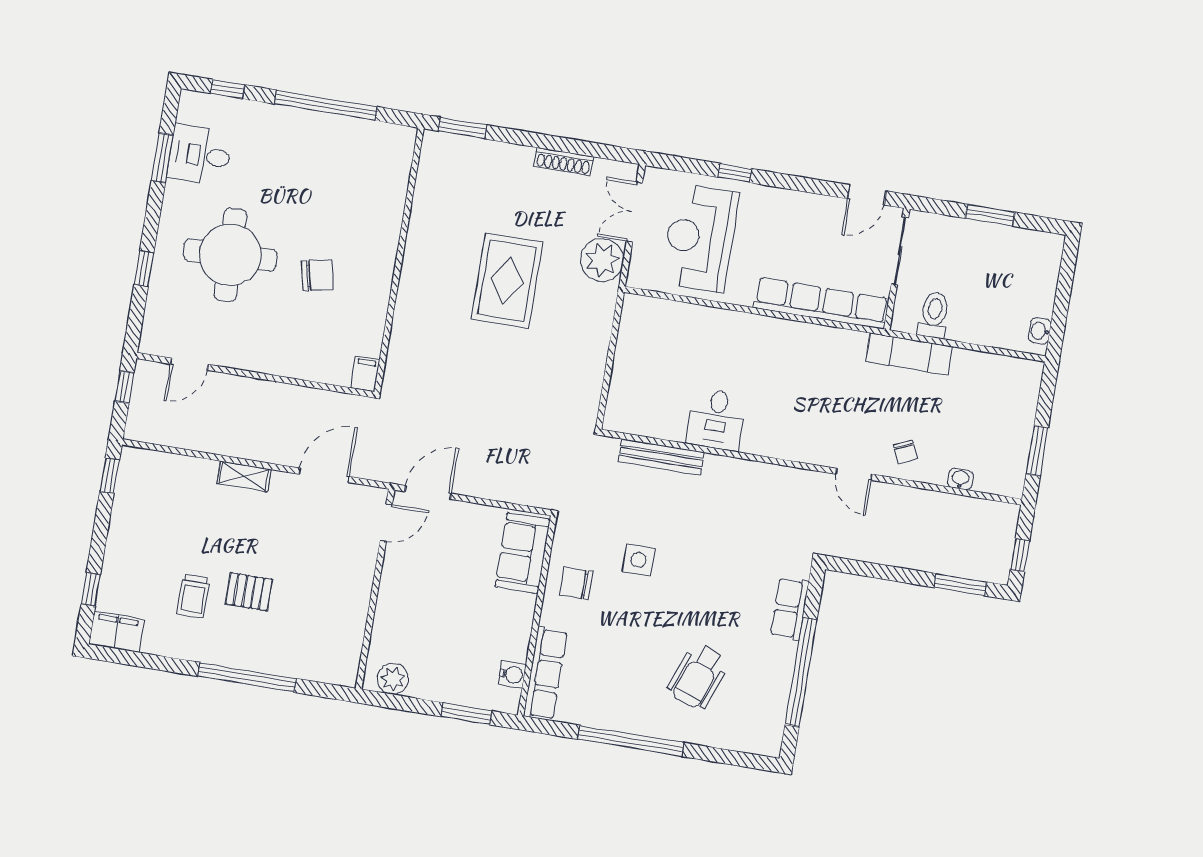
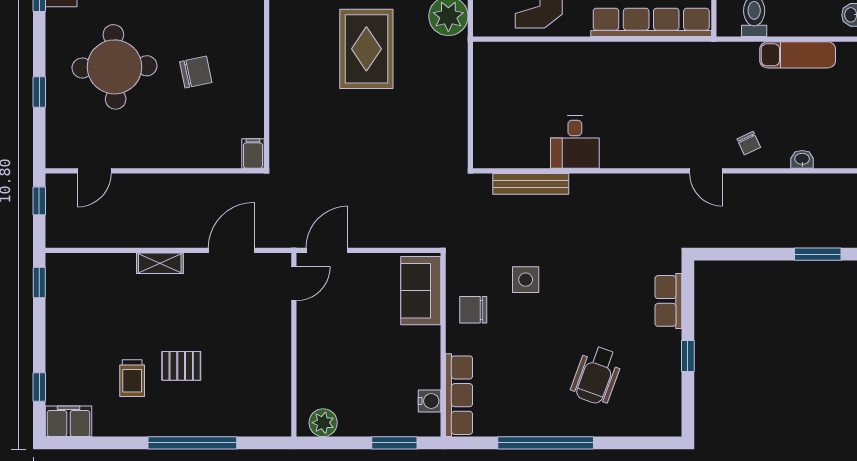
exam couch: (909, 354) -> (798, 55), moved
window: (801, 672) -> (688, 356), width x0.32

